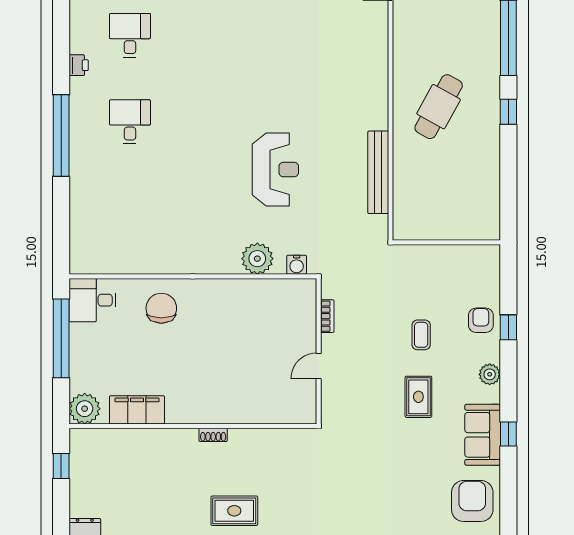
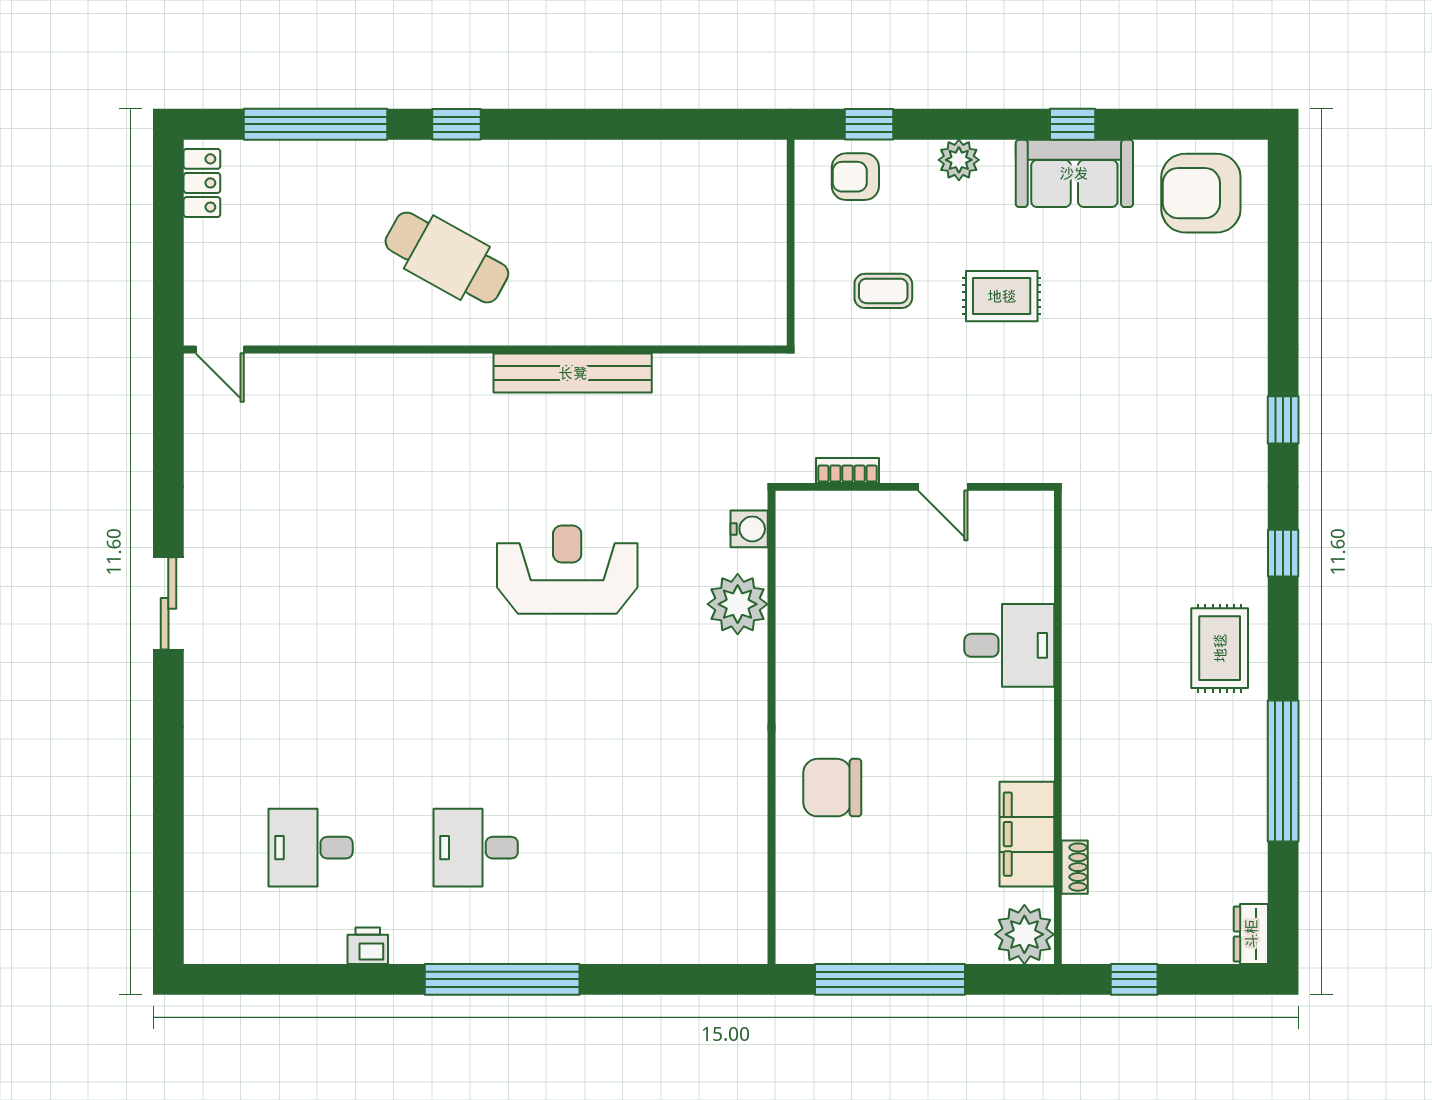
wall: (446, 242) -> (791, 243), moved
desk: (92, 300) -> (1009, 645), moved, turned -90
shoe rack: (213, 435) -> (1075, 867), moved

